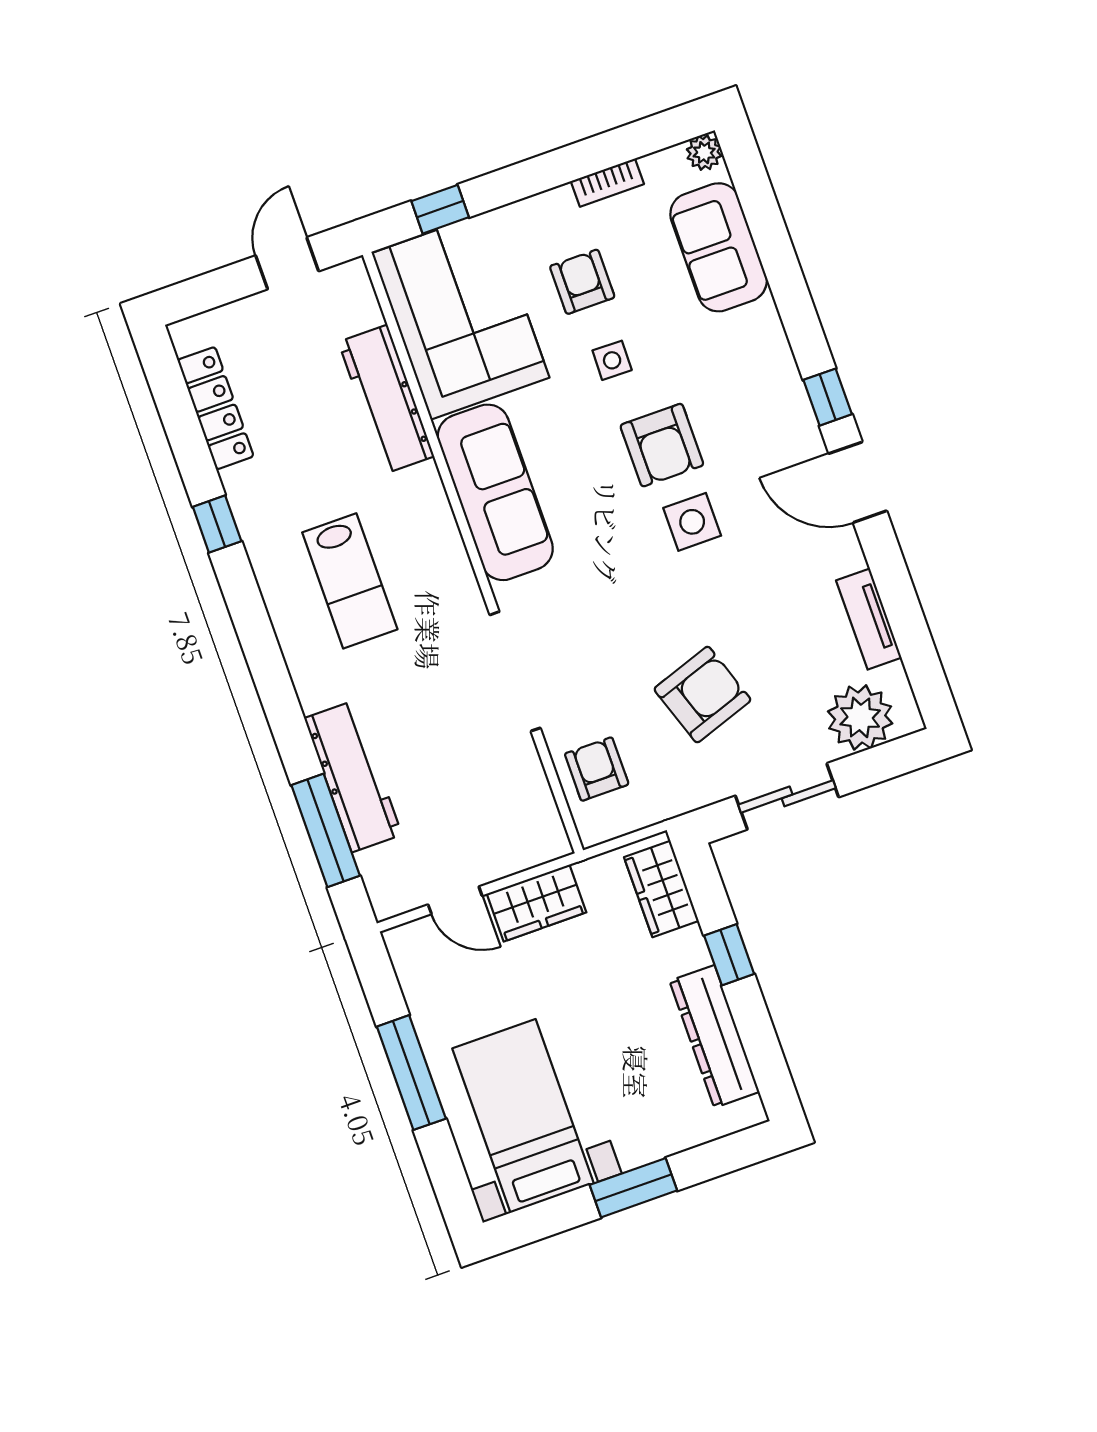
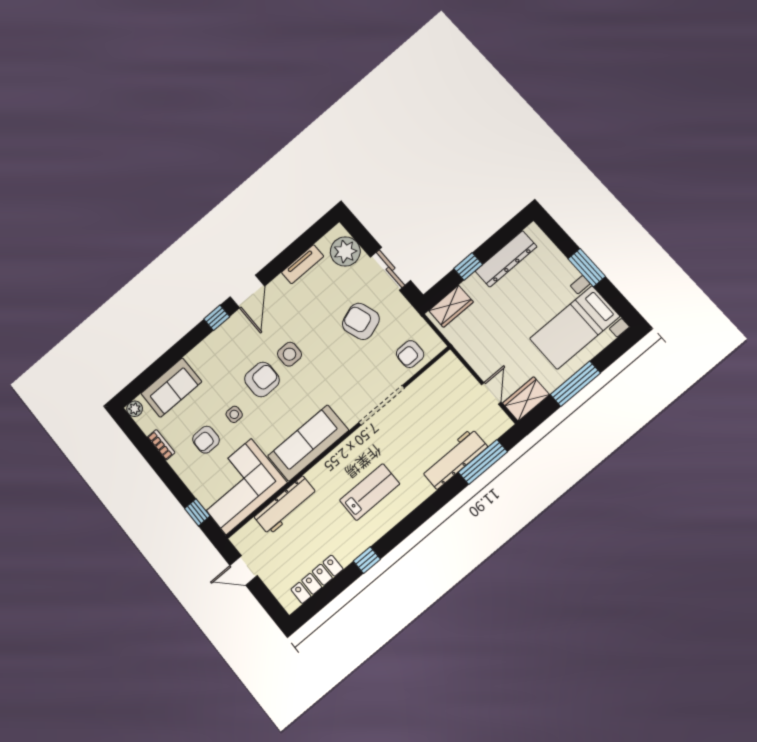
wardrobe: (537, 903) -> (526, 399), moved, turned -90

